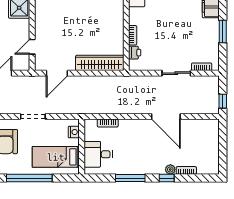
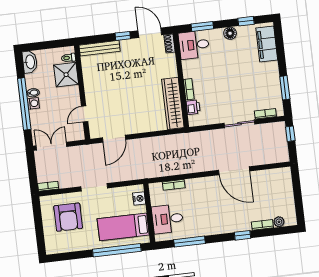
window: (223, 32) -> (285, 88), moved
wardrobe: (100, 63) -> (173, 103), moved, turned -90
window: (223, 101) -> (290, 134), moved
plant: (170, 169) -> (279, 222), moved
window: (29, 178) -> (117, 250), moved
window: (130, 178) -> (190, 242), moved

